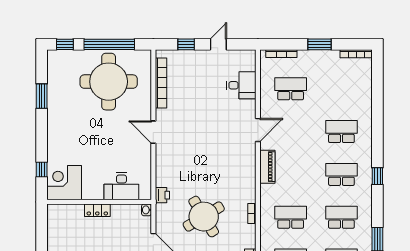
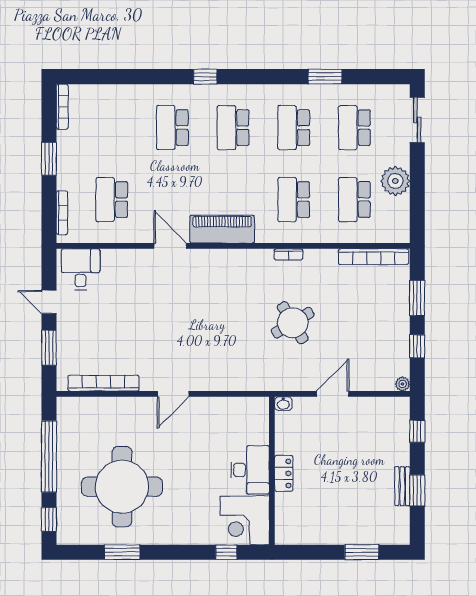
window: (186, 44) -> (49, 348), width x1.50
round table: (109, 82) -> (122, 487), moved
desk: (241, 85) -> (81, 269), moved
piano: (267, 167) -> (222, 229), width x1.37, depth x1.33
window: (377, 176) -> (205, 77), moved
desk: (121, 186) -> (250, 470), moved
printer: (162, 195) -> (262, 381), removed
round table: (204, 217) -> (293, 323), width x0.73, depth x0.73

